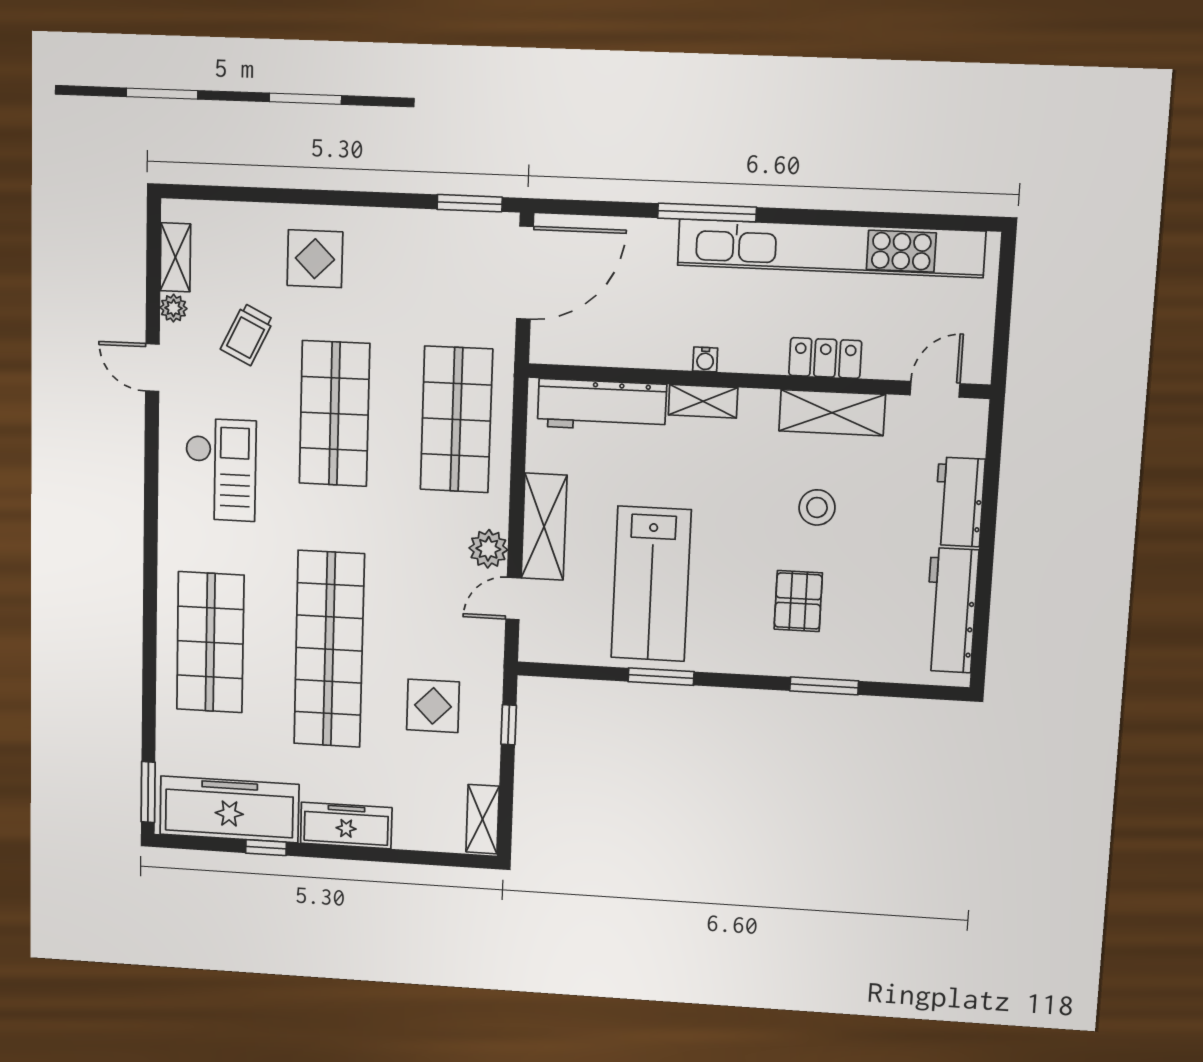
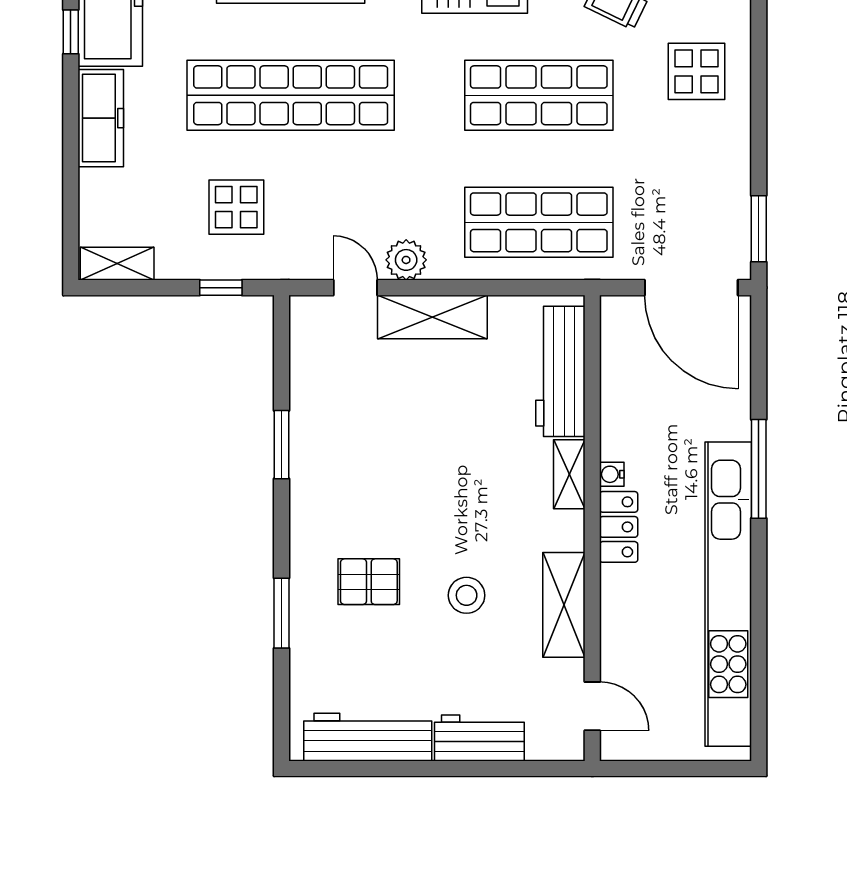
locker: (825, 358) -> (619, 527), moved
lab bench: (651, 584) -> (378, 430), removed

